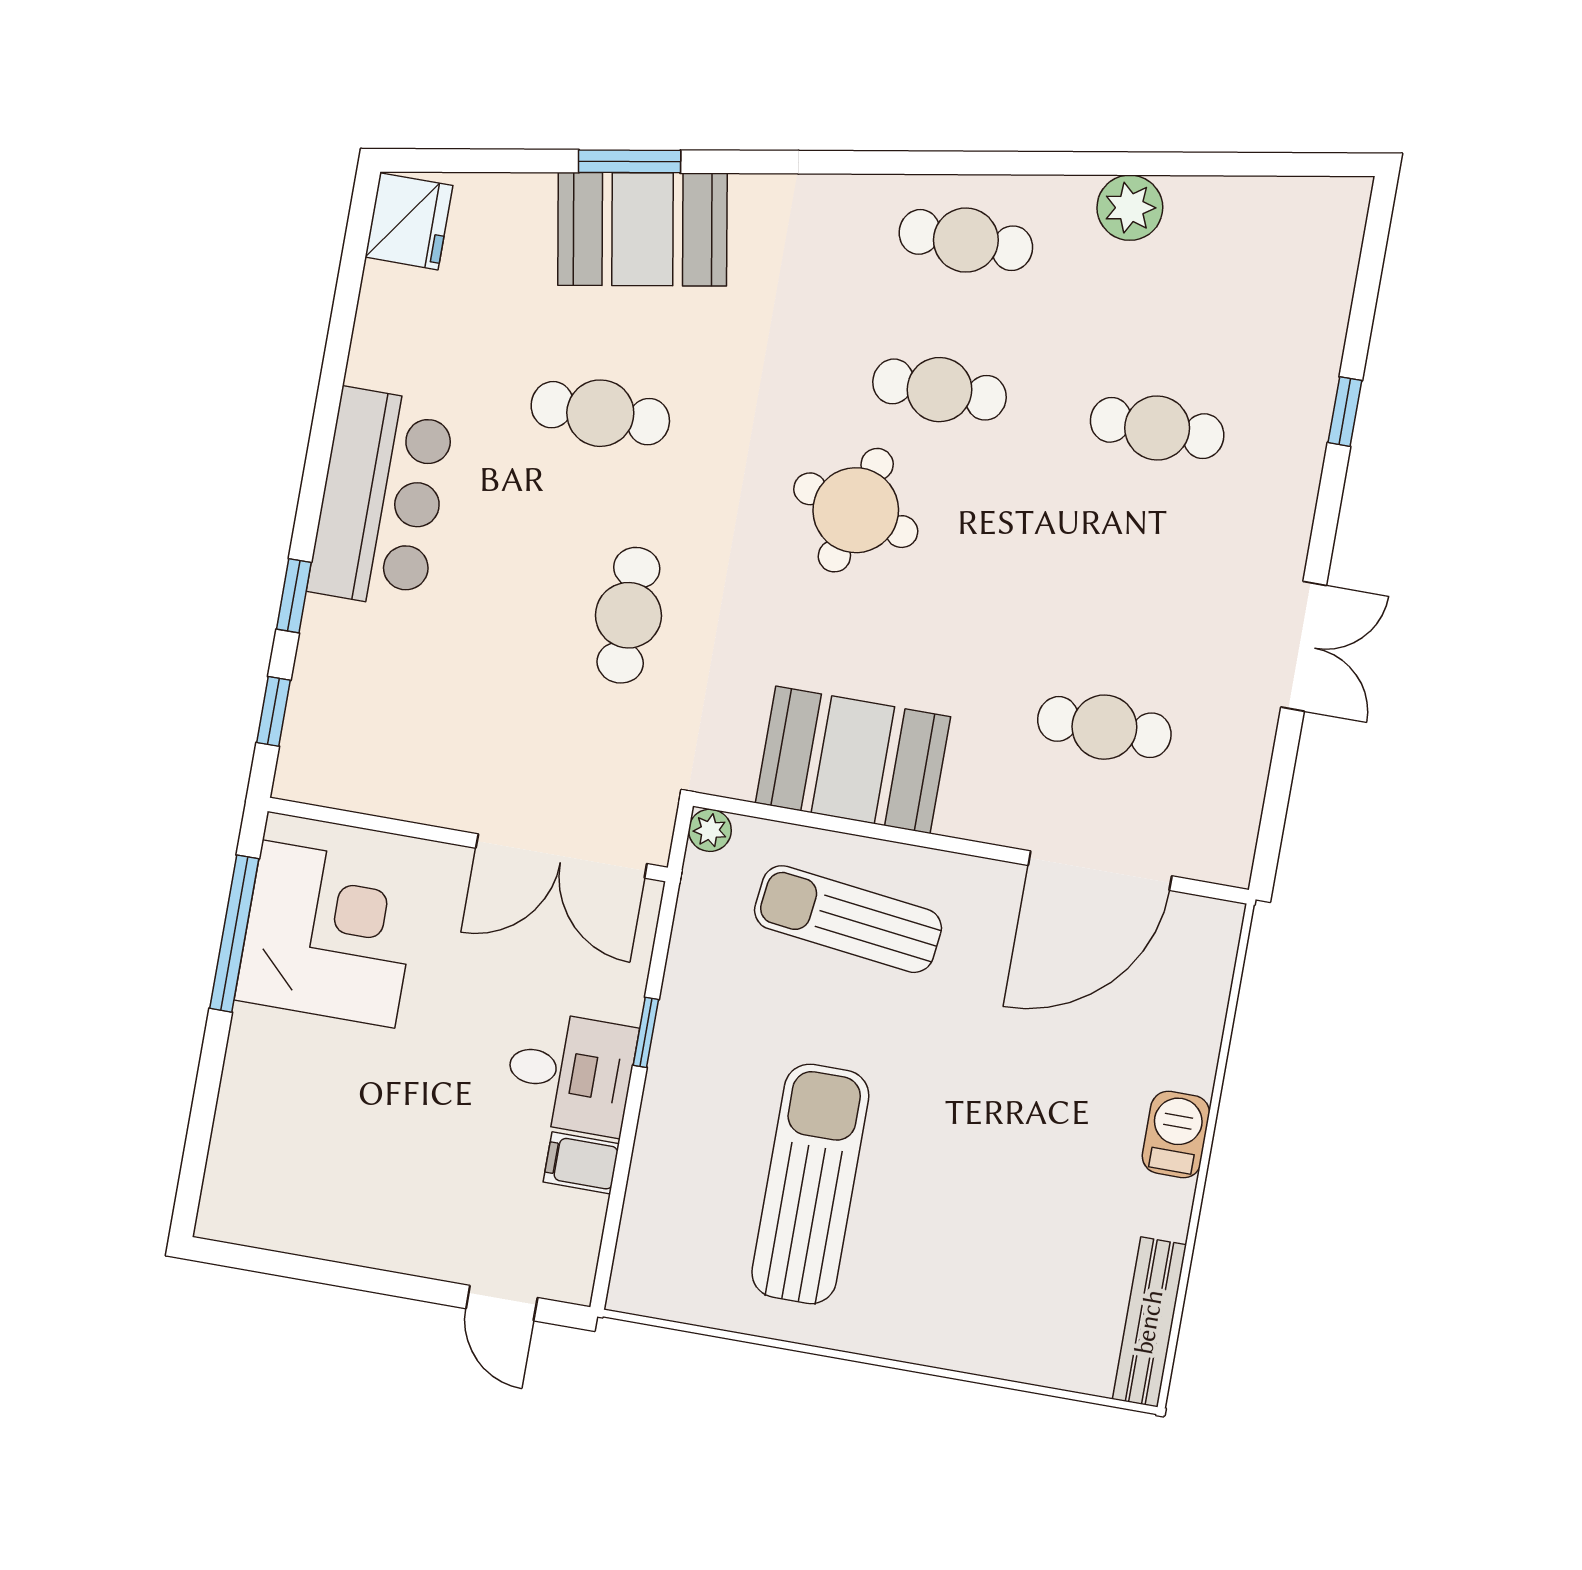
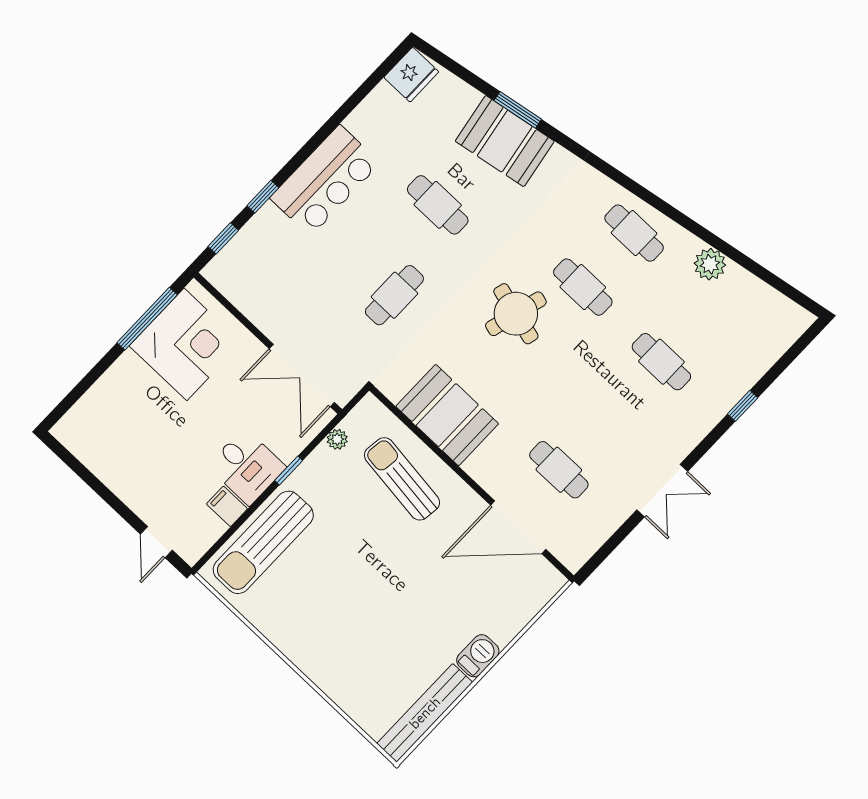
plant: (710, 830) -> (337, 439), moved
sun lounger: (810, 1184) -> (263, 542), moved, turned 180
bench: (1149, 1322) -> (425, 713), width x1.37, depth x1.21

